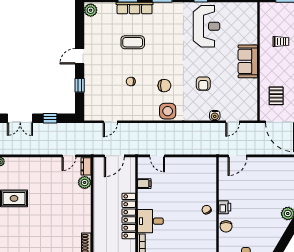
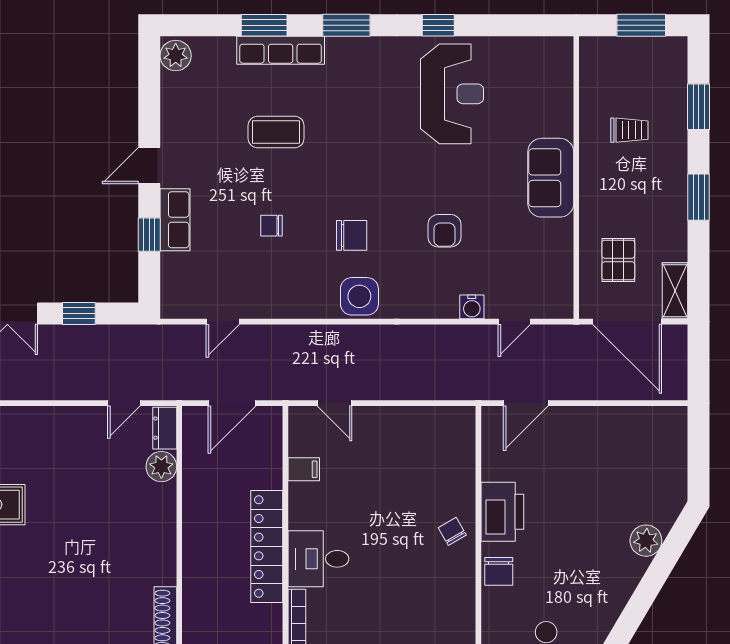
row of seats: (90, 79) -> (175, 220), added
printer: (225, 207) -> (502, 512), width x1.87, depth x1.48

